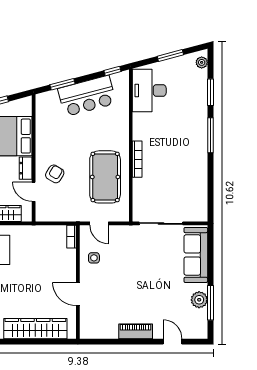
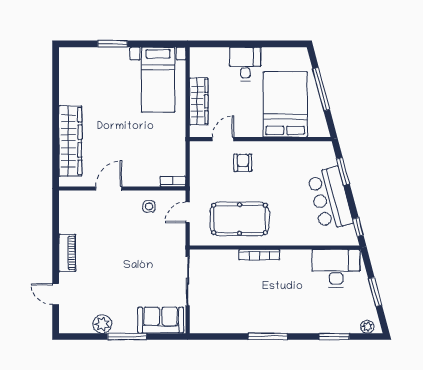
window: (210, 135) -> (268, 336), moved
dresser: (26, 168) -> (249, 130), removed
armchair: (55, 174) -> (243, 163), turned -121
sofa: (196, 255) -> (161, 320), width x0.73
window: (210, 303) -> (127, 336), moved
door: (173, 342) -> (56, 294), swing flipped

